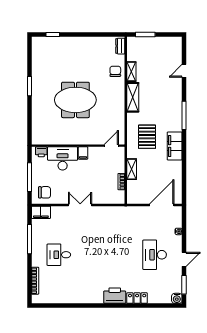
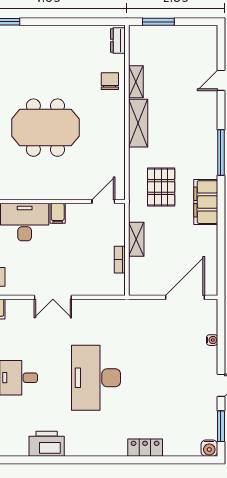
double door: (80, 205) -> (53, 297), swing flipped
desk: (155, 255) -> (96, 378), moved, width x1.36, depth x1.30
printer: (115, 296) -> (47, 444), moved

